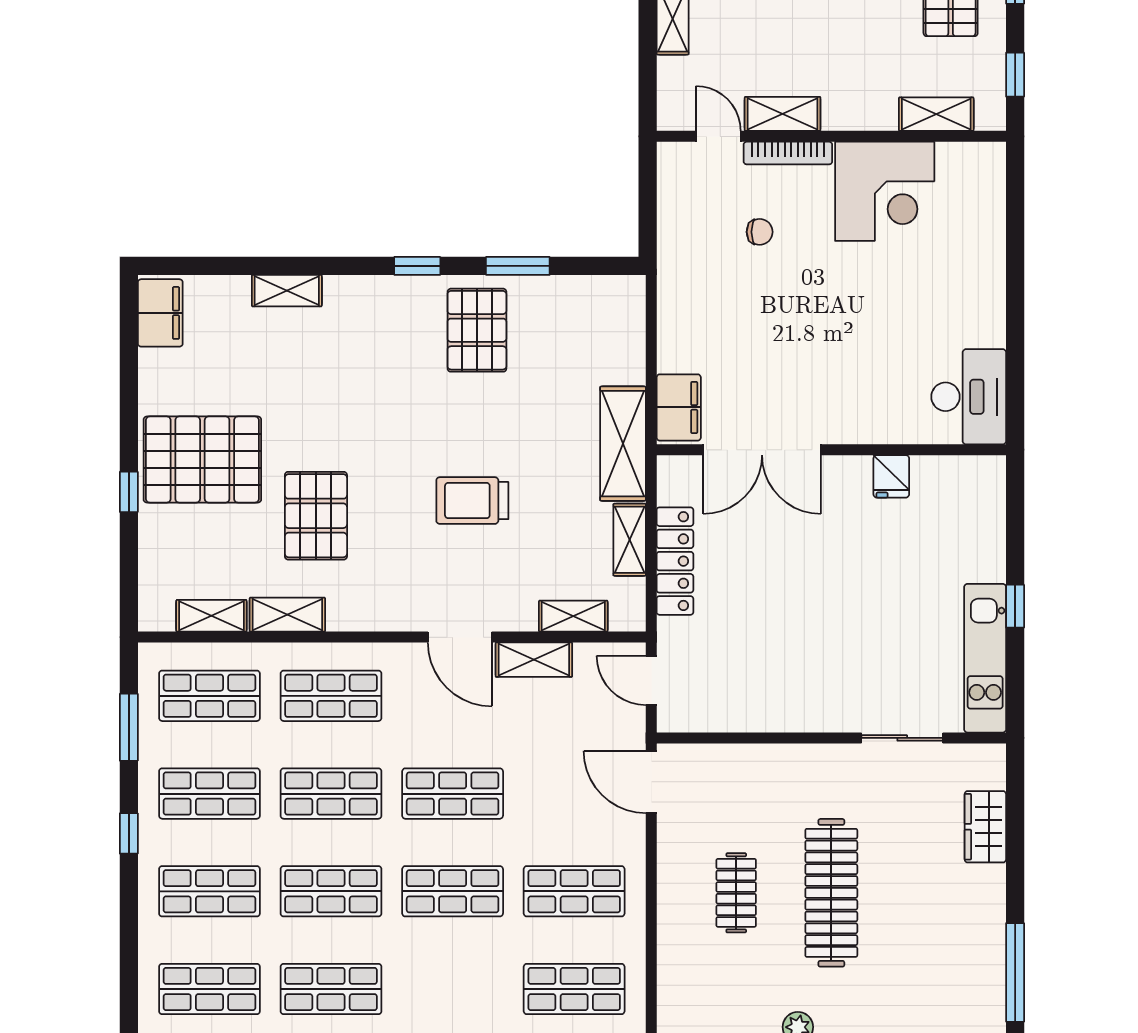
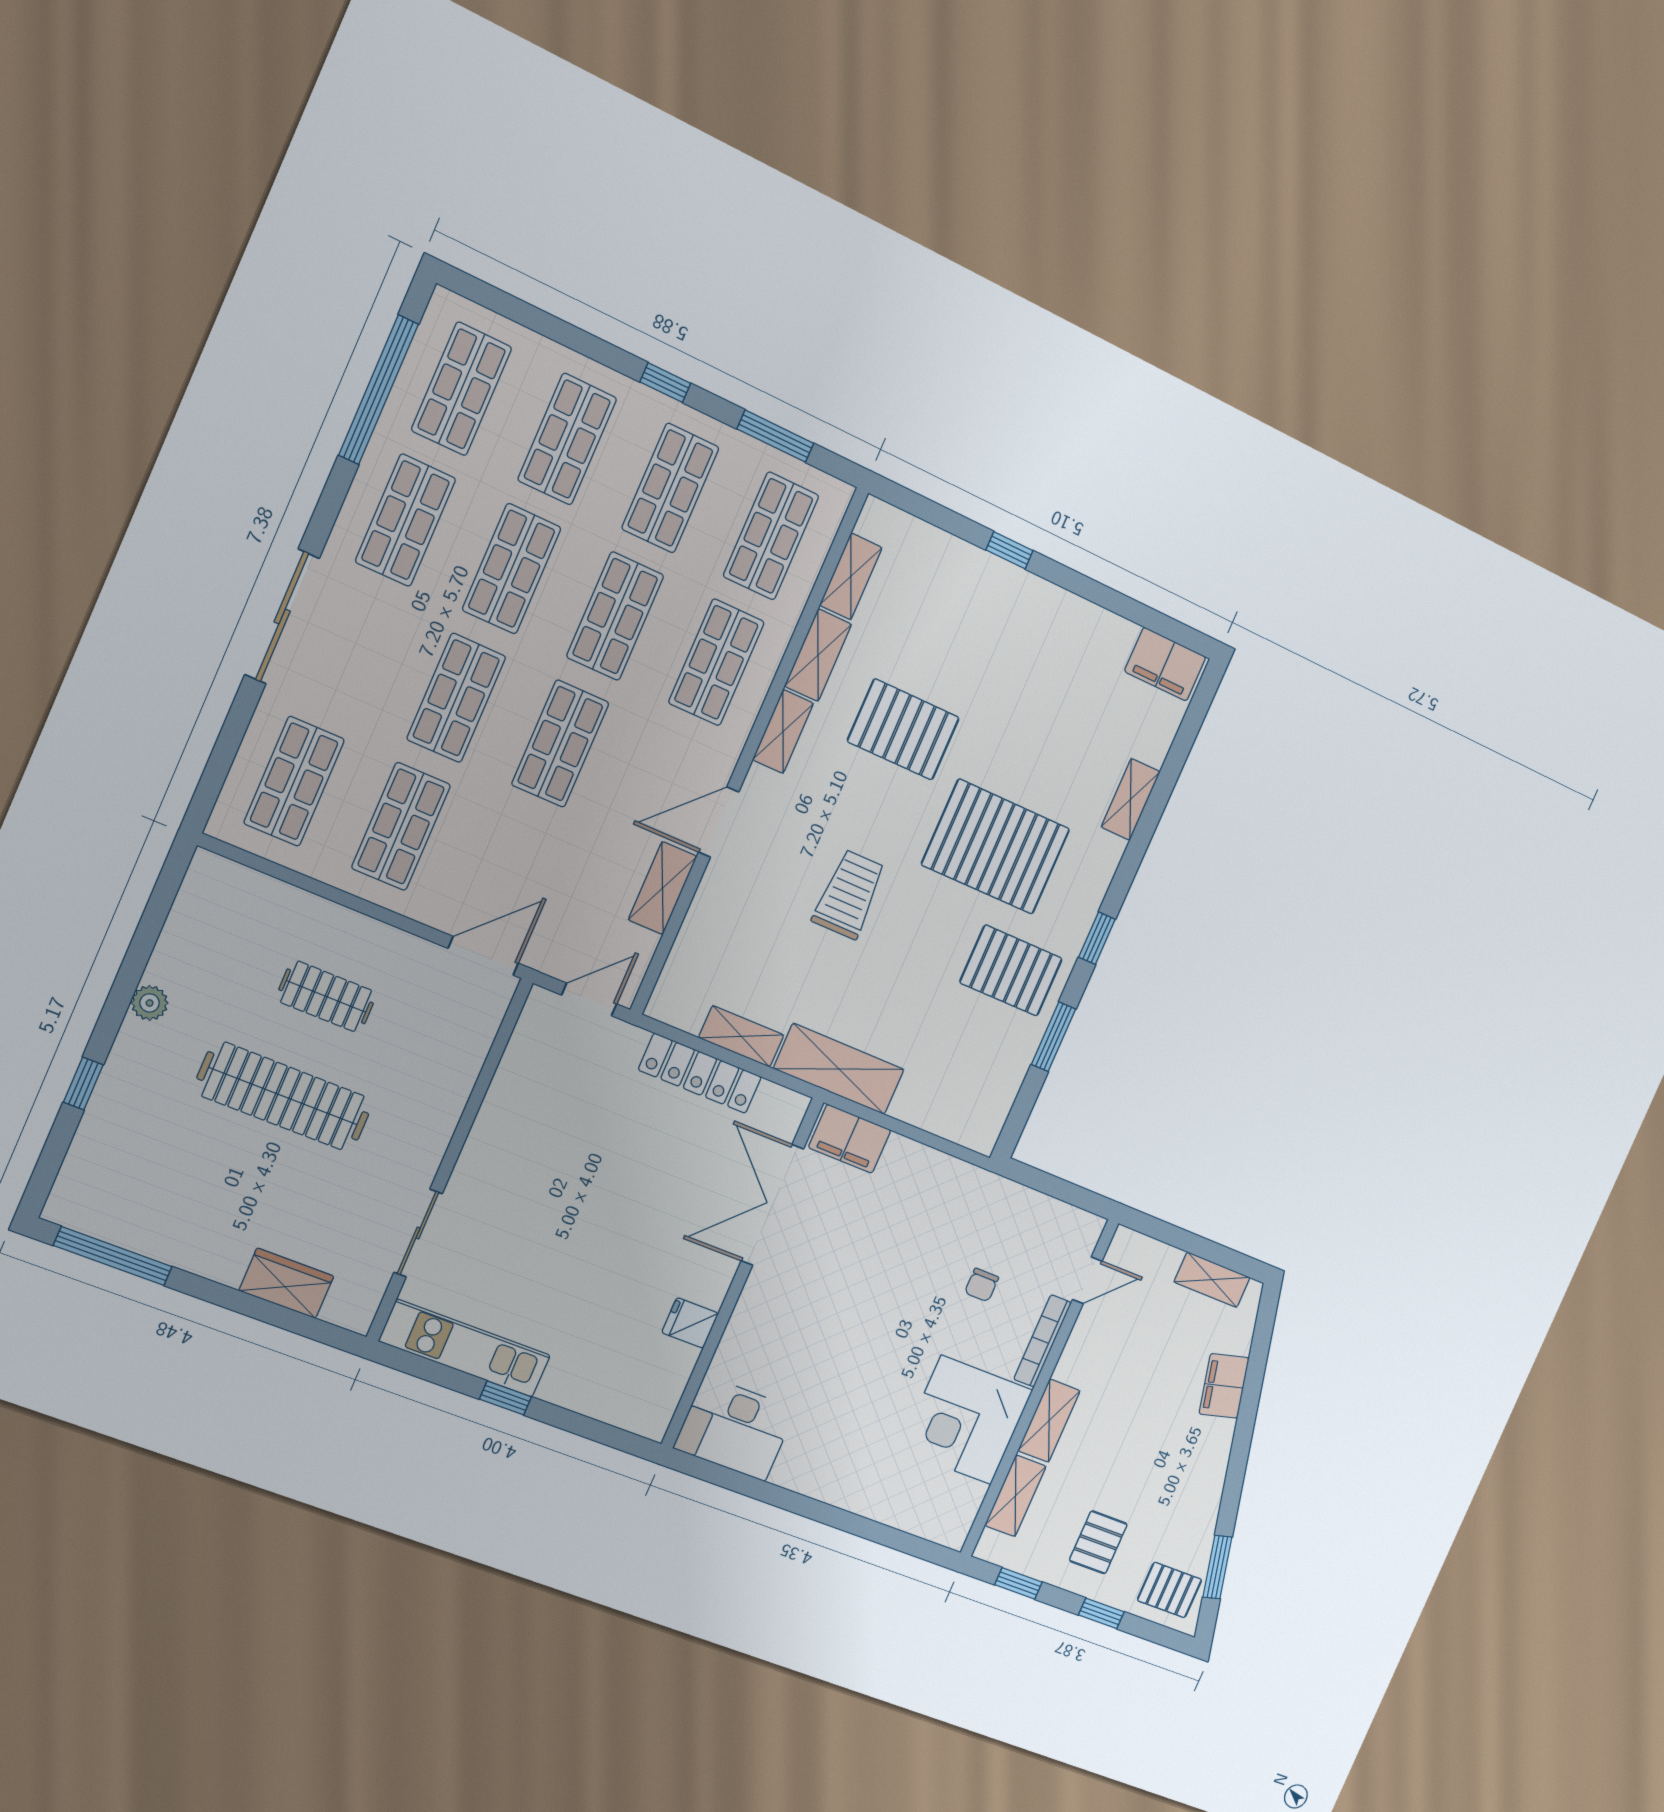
shelving: (783, 114) -> (1049, 1421), moved
pallet: (202, 460) -> (996, 847), moved, turned 90
shelving: (573, 616) -> (783, 732), moved

